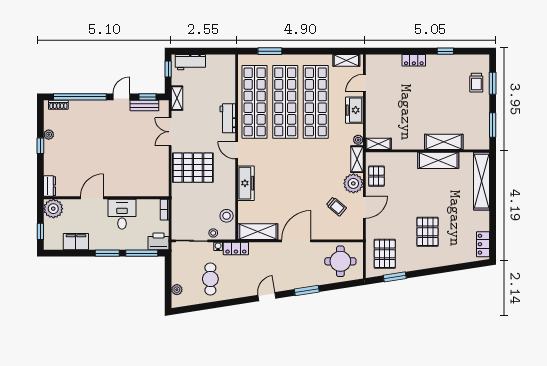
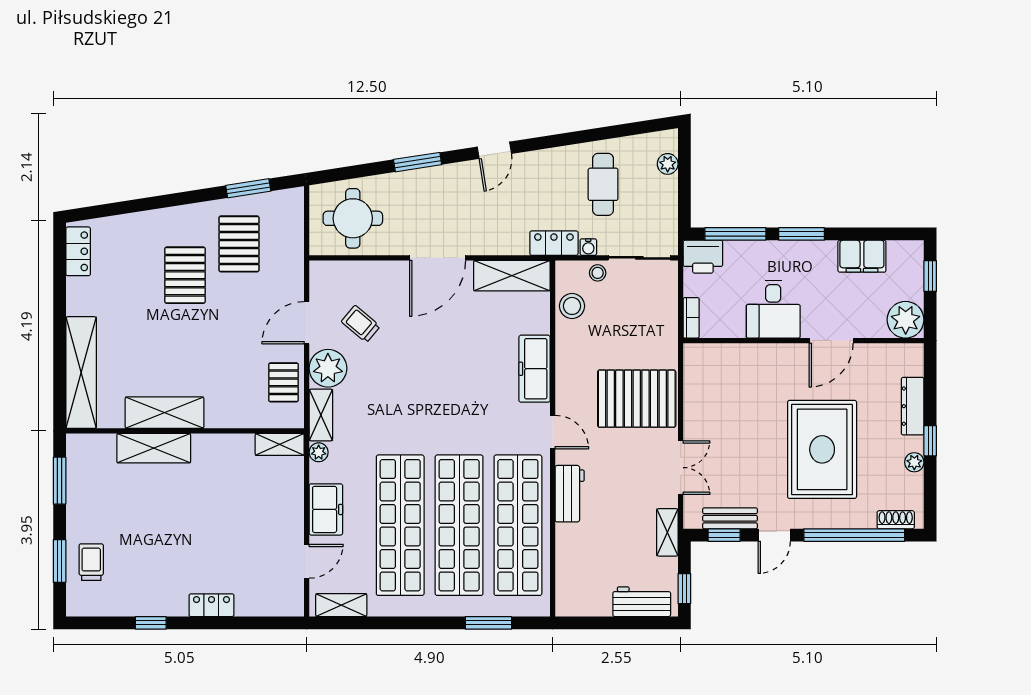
rug: (97, 141) -> (822, 449), added
dresser: (50, 186) -> (913, 406), moved, width x1.44
pallet: (385, 254) -> (239, 244), moved

